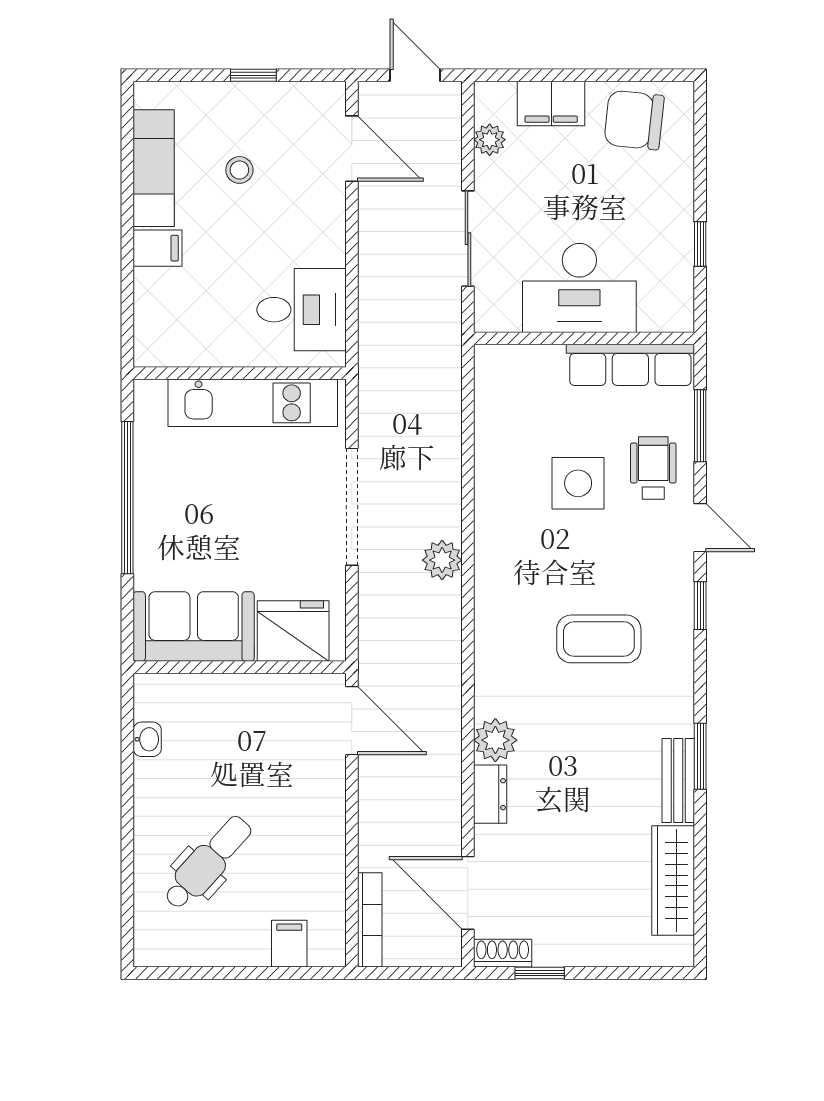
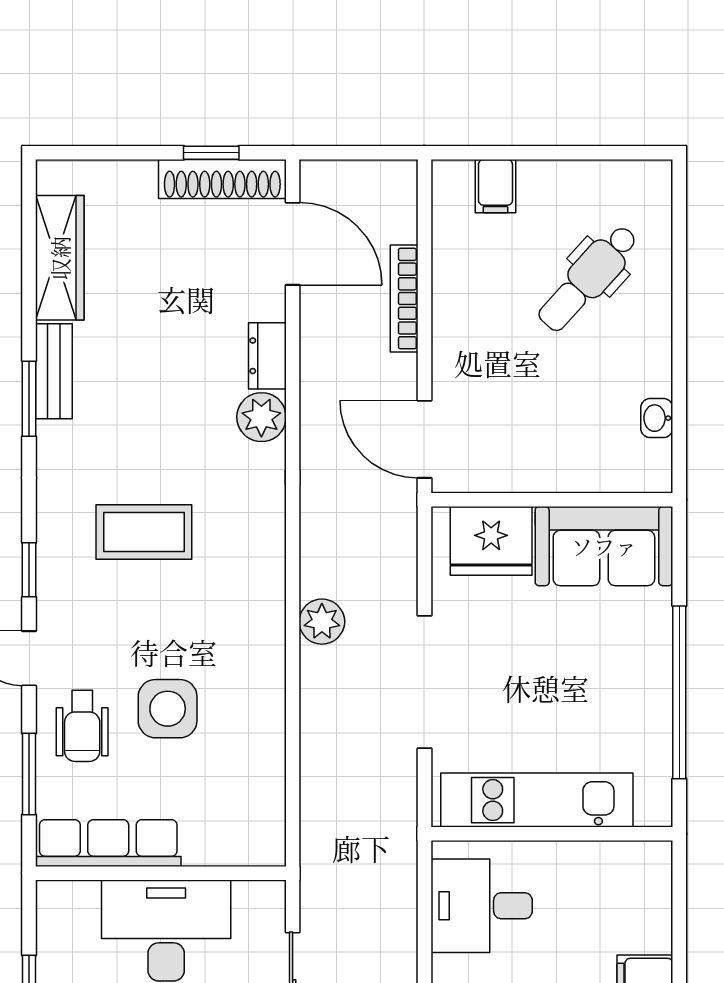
bookcase: (370, 920) -> (404, 299), moved
shoe rack: (503, 953) -> (222, 179), width x1.94, depth x1.24

